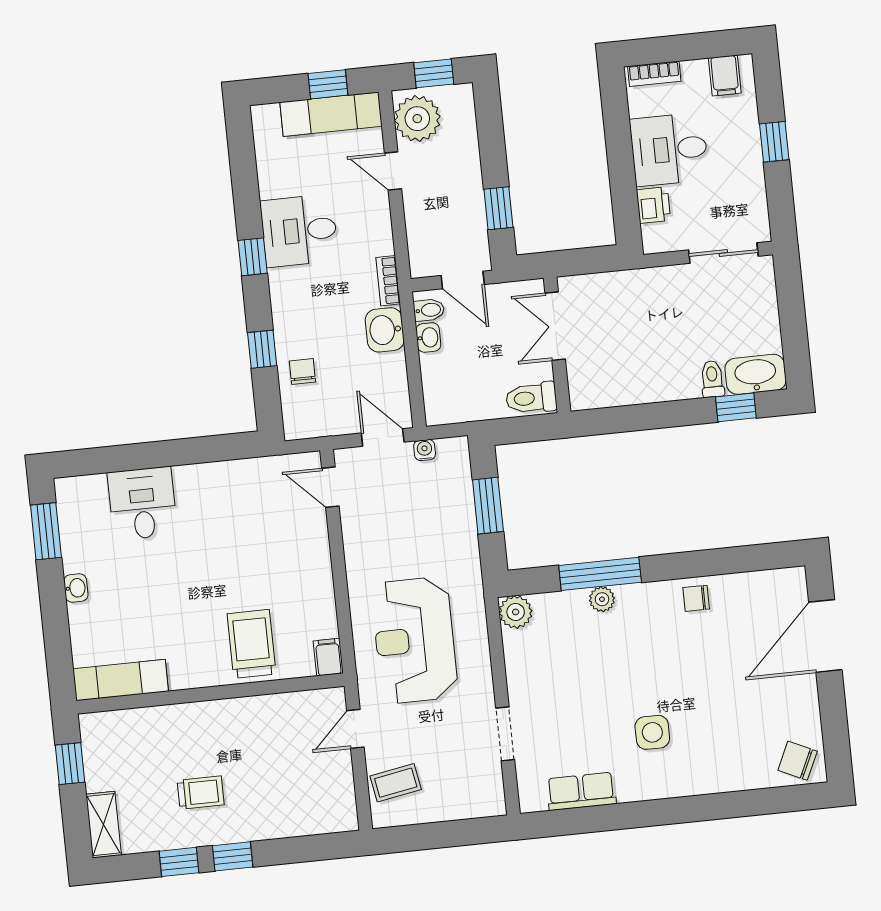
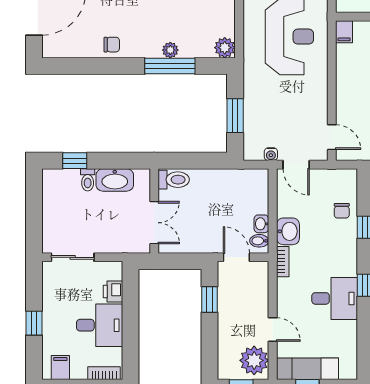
double door: (555, 326) -> (154, 223), moved
wall: (557, 345) -> (154, 211), moved
washbasin: (755, 374) -> (115, 180), moved
toilet: (531, 398) -> (174, 180), moved

